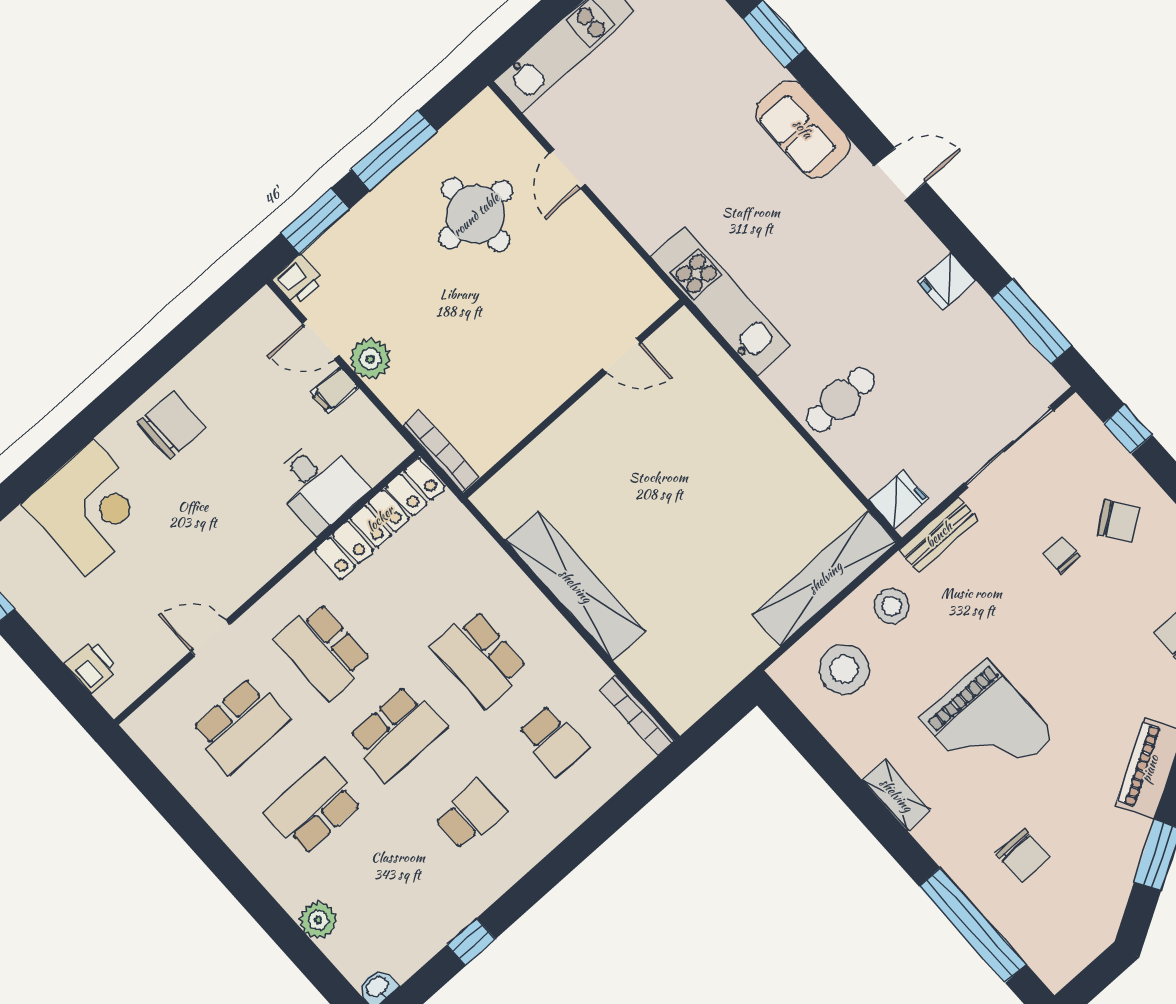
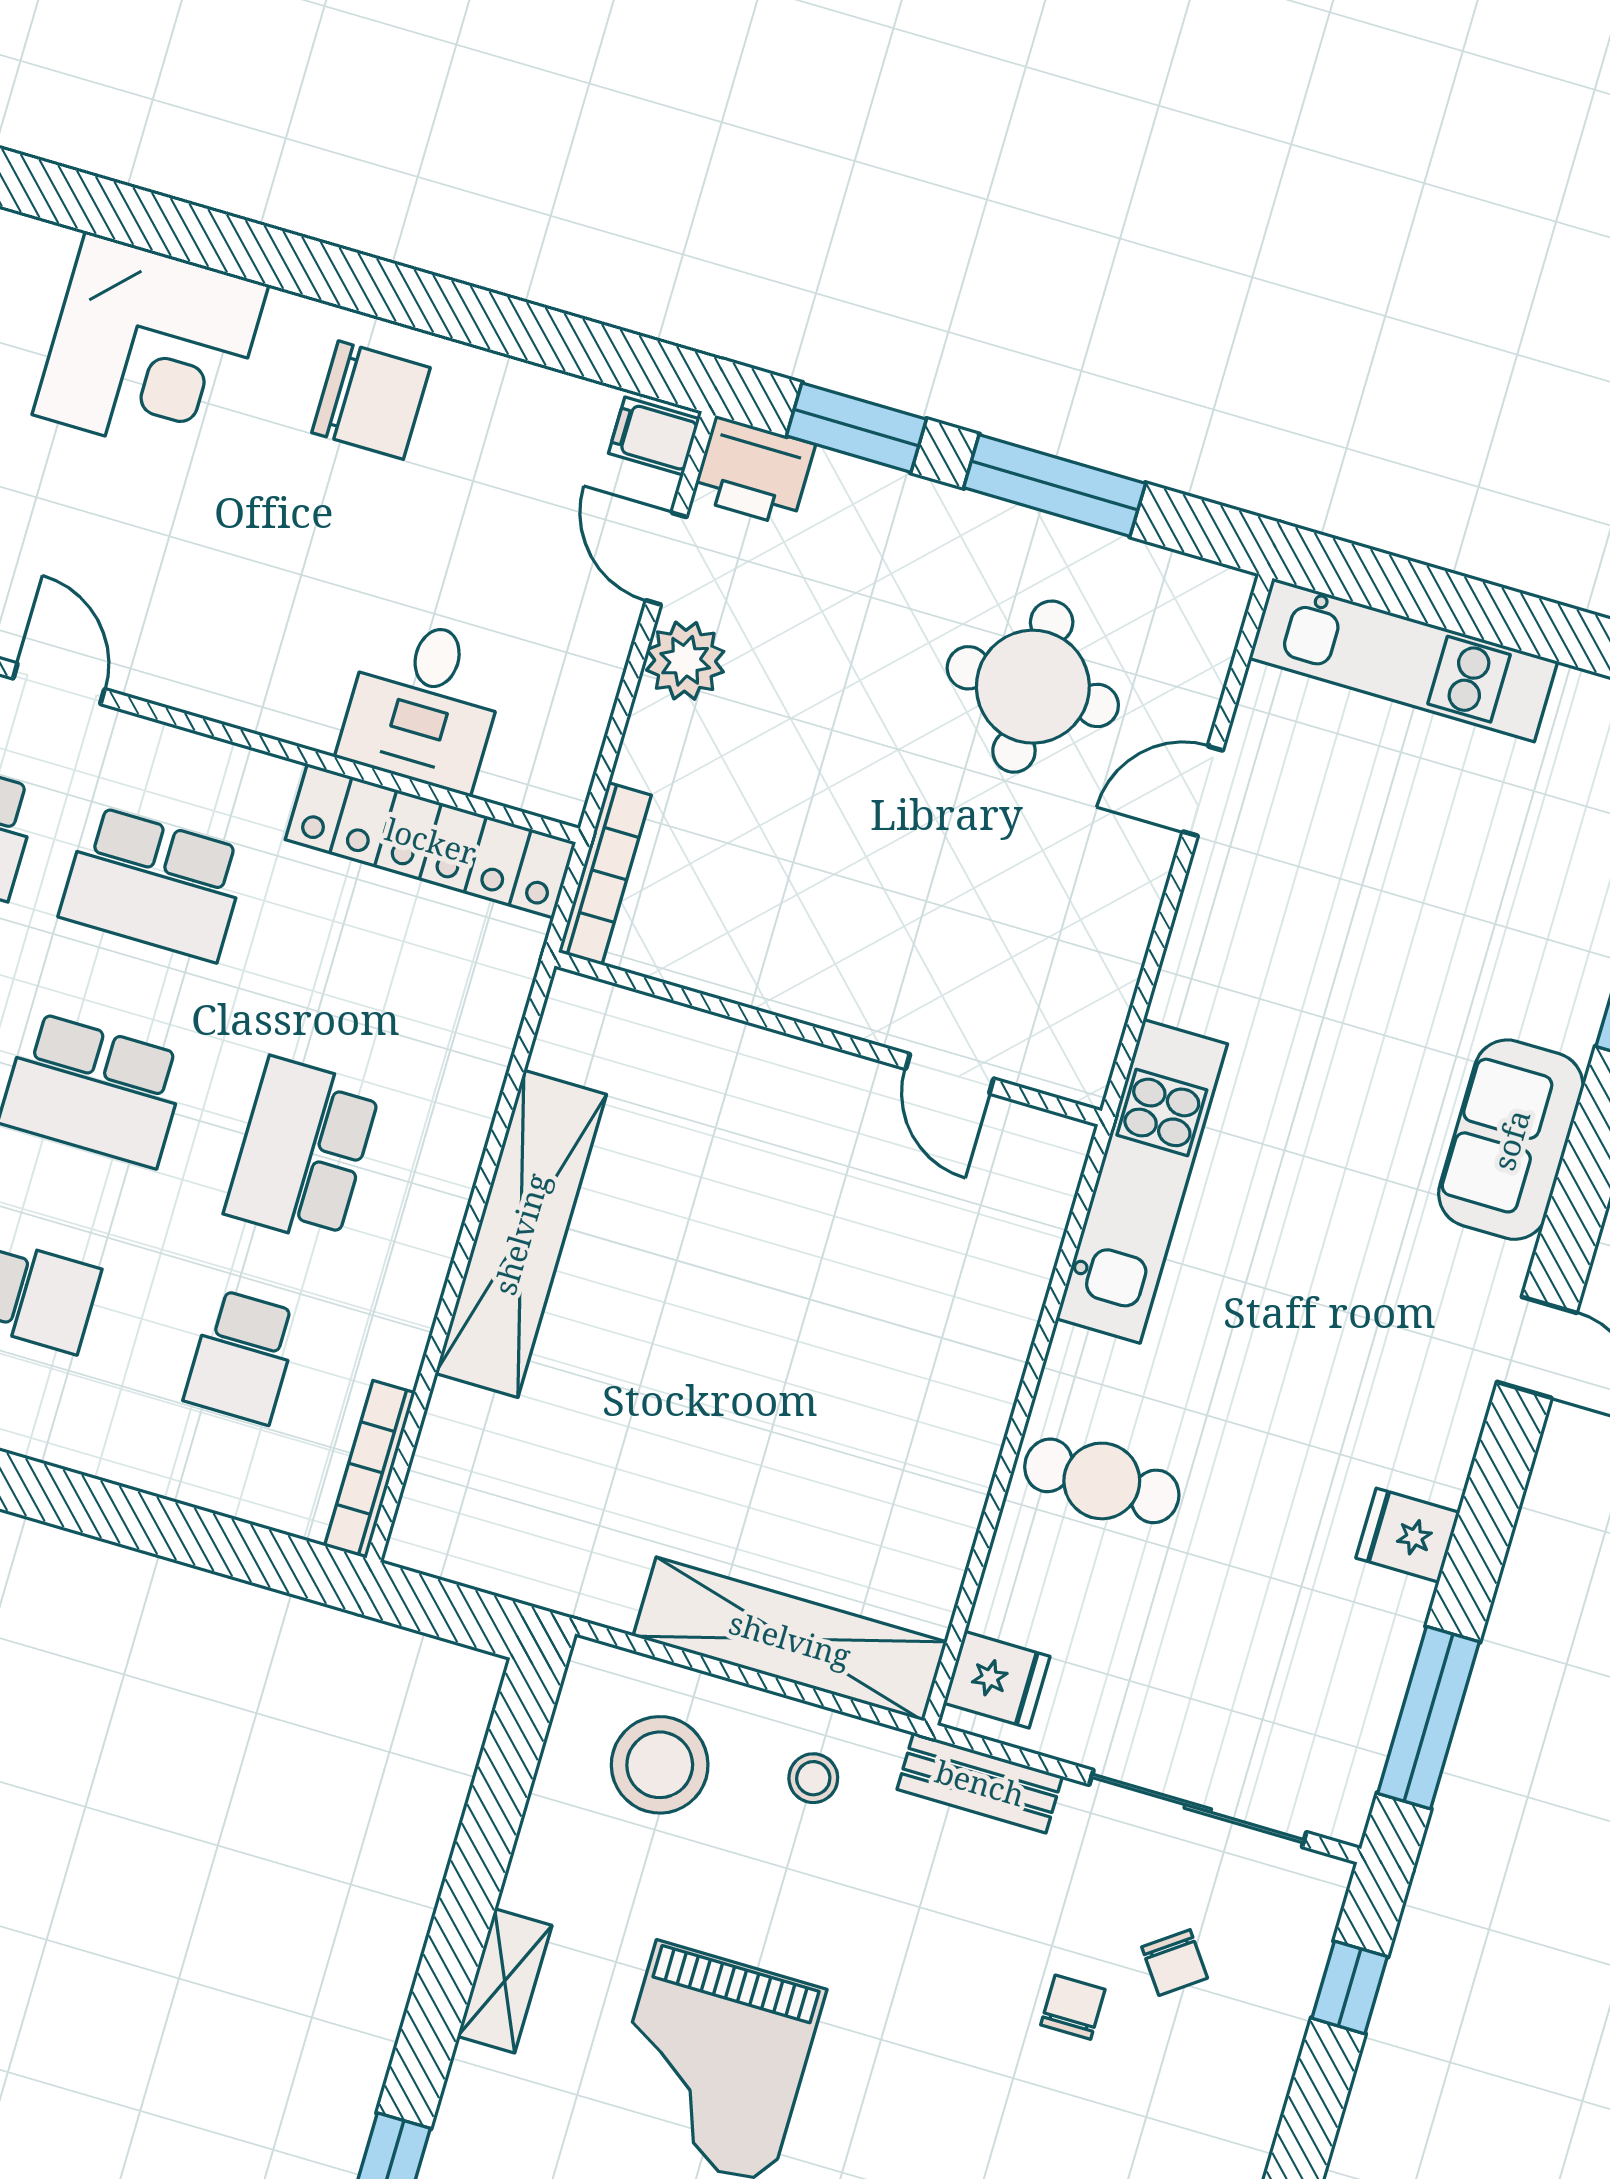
printer: (298, 279) -> (753, 471), width x1.36, depth x1.24
filing cabinet: (334, 390) -> (654, 436), moved
chair: (1119, 521) -> (1175, 1963), moved, width x0.73, depth x0.73
stool: (892, 606) -> (813, 1778), width x0.73, depth x0.73
school desk: (323, 651) -> (154, 884), turned -90

